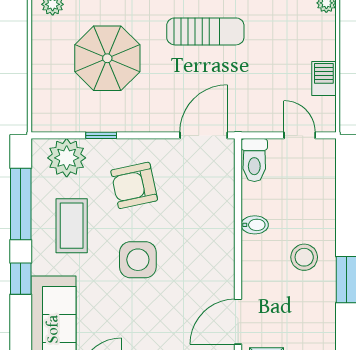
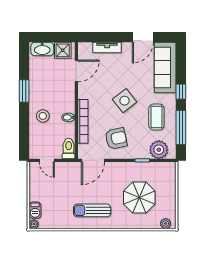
barbecue: (324, 79) -> (35, 210), moved
armchair: (134, 185) -> (116, 138), moved
bookcase: (225, 217) -> (83, 121), added
stool: (304, 257) -> (43, 116), moved
side table: (138, 260) -> (125, 101), turned -38

